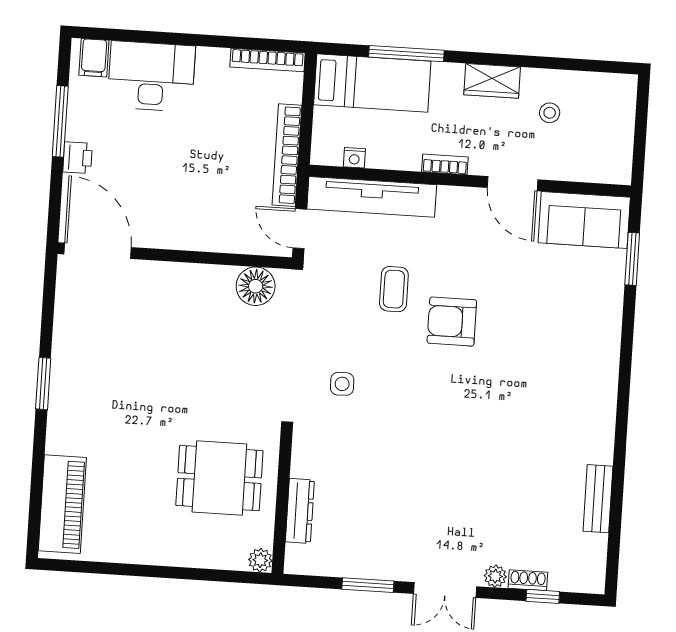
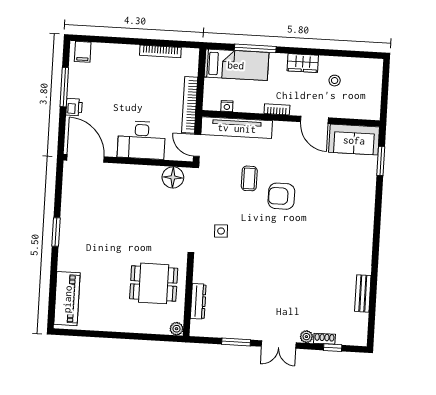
bookcase: (267, 60) -> (160, 51), moved
desk: (151, 76) -> (141, 140), moved, turned 180

